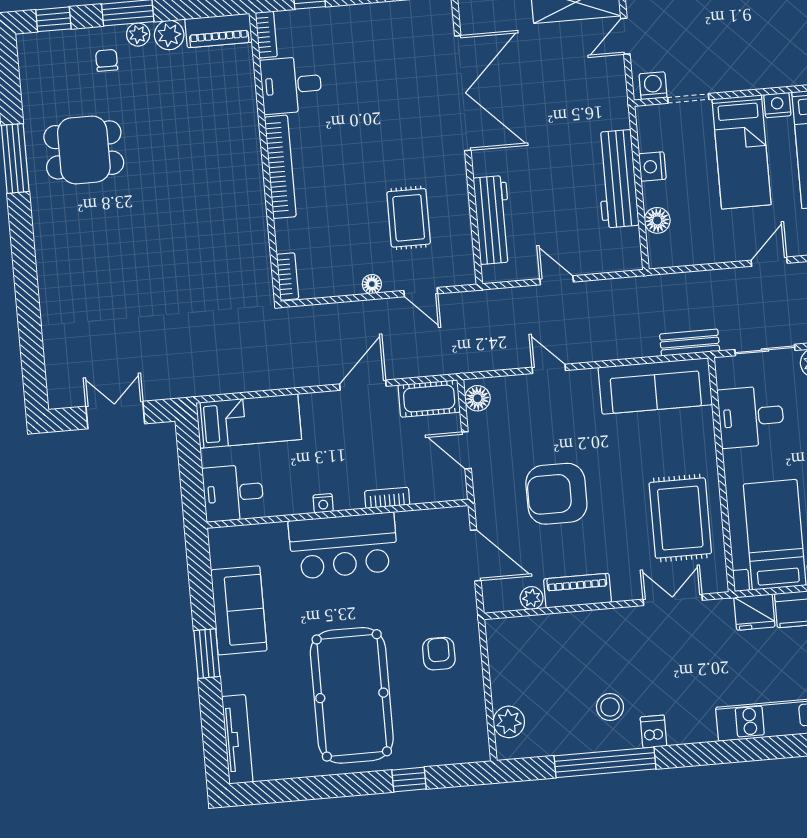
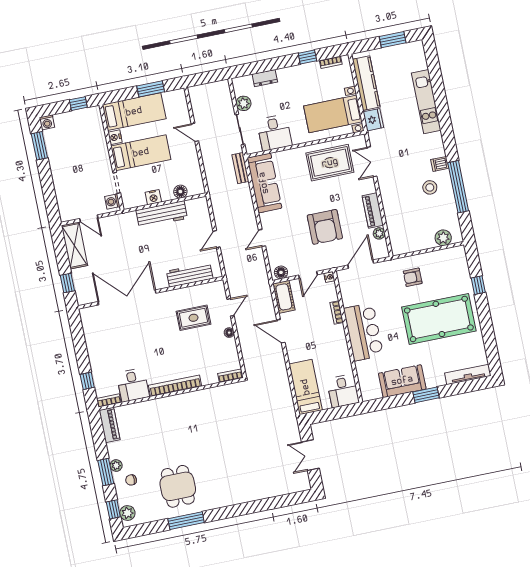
plant: (169, 35) -> (127, 513), moved
nightstand: (323, 503) -> (329, 277), moved

